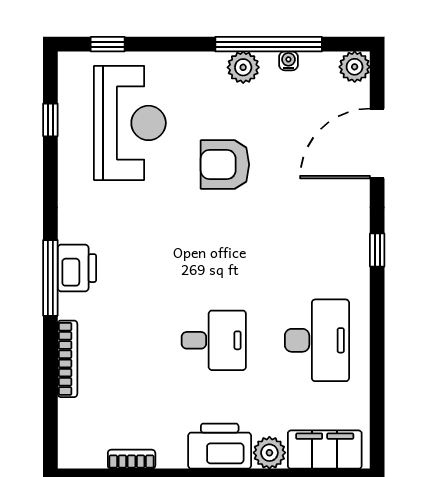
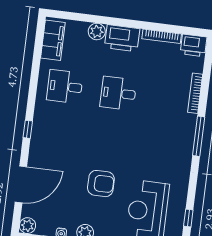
printer: (77, 268) -> (193, 45), moved, turned -90
desk: (317, 340) -> (65, 87), width x0.73
filing cabinet: (325, 450) -> (53, 40), moved, turned -90
bookcase: (132, 459) -> (162, 36), width x1.56

